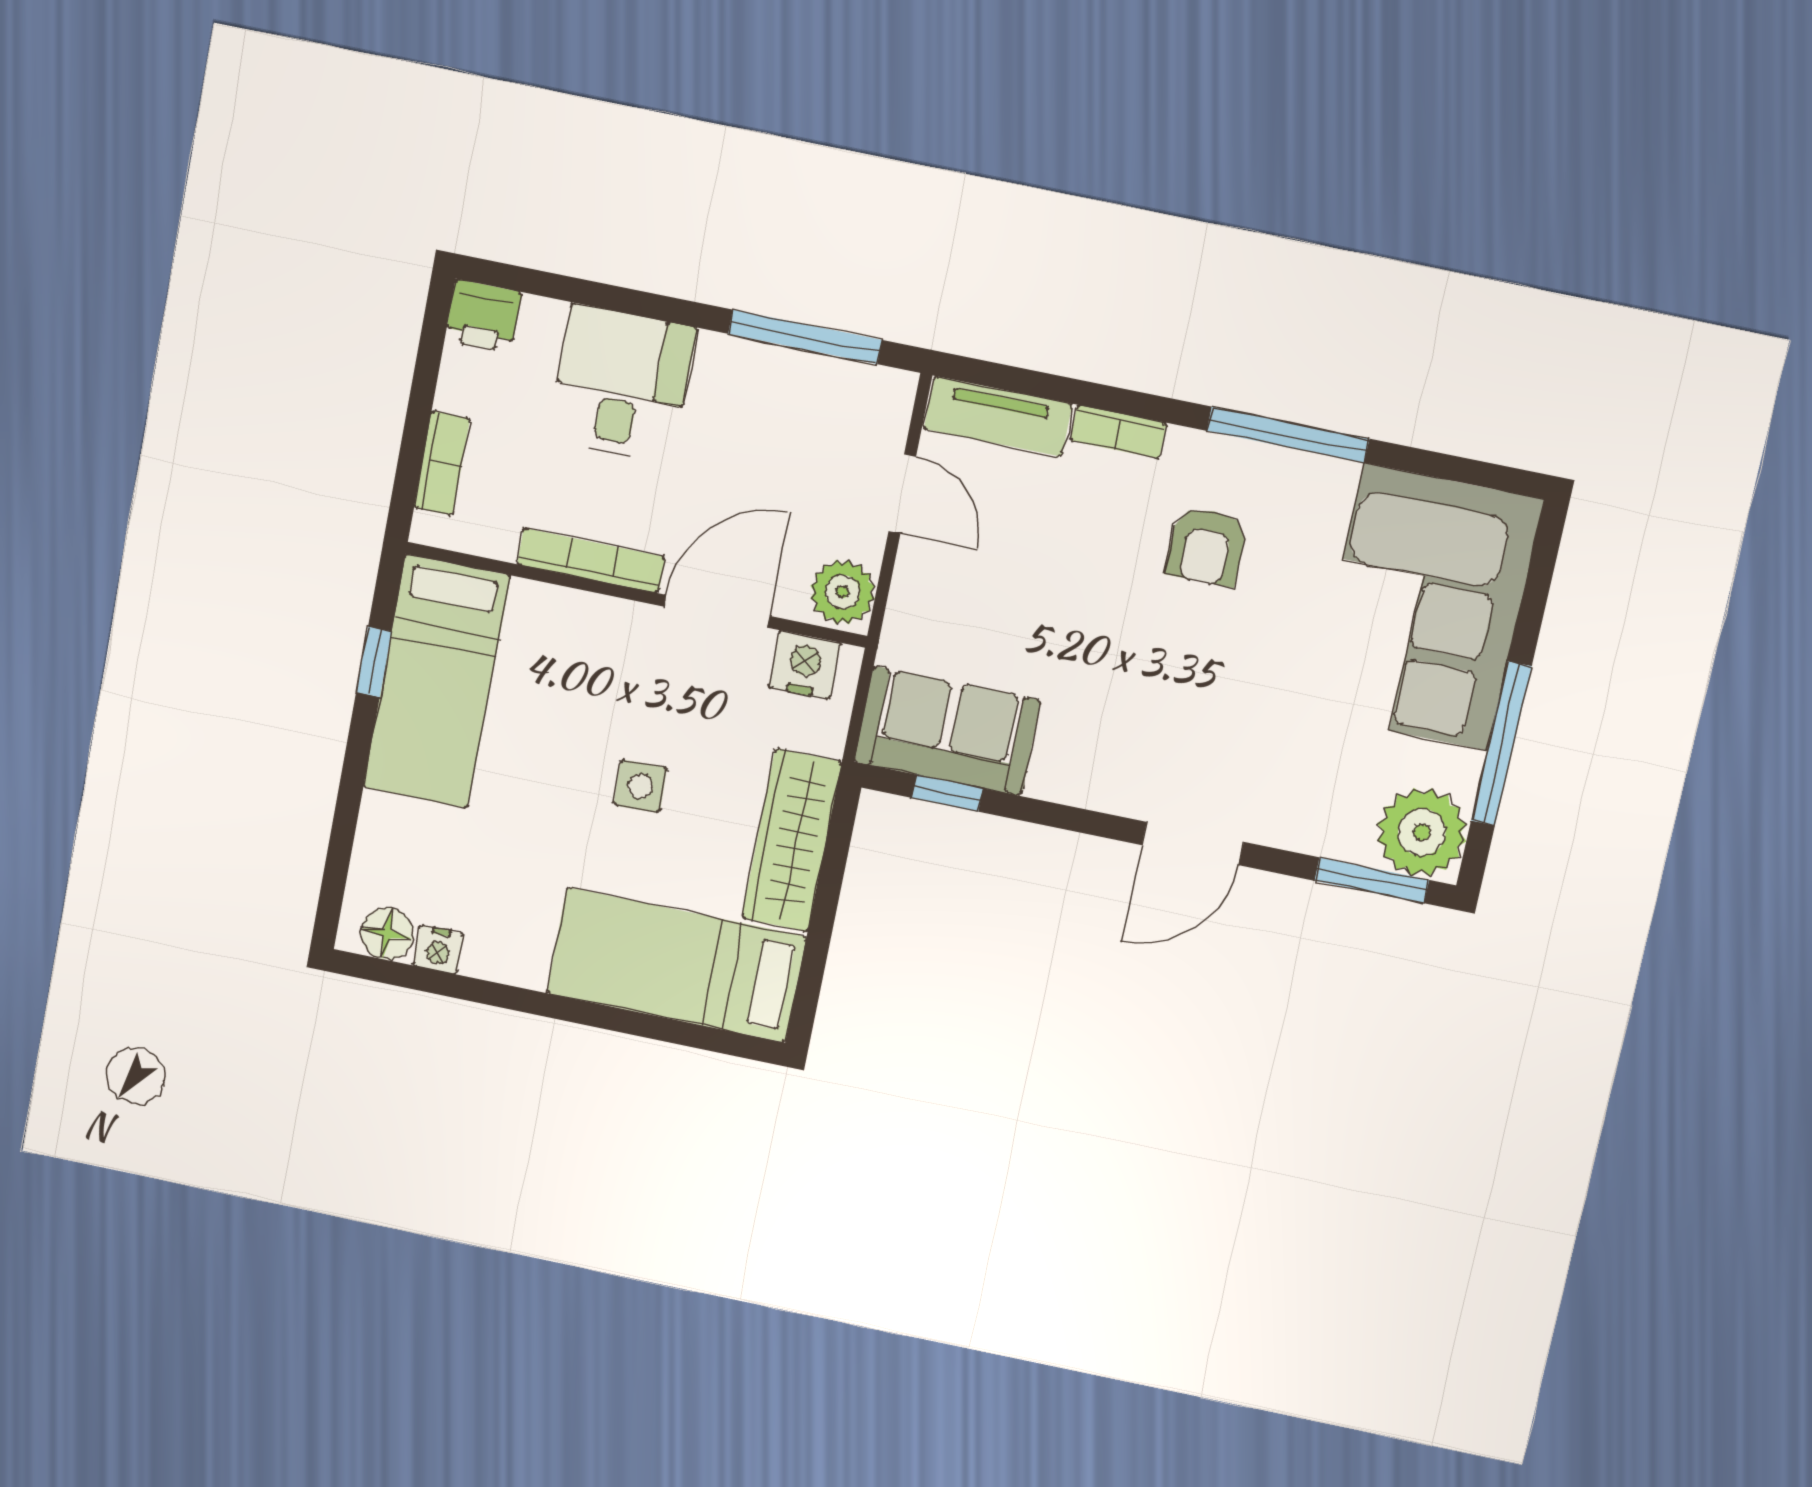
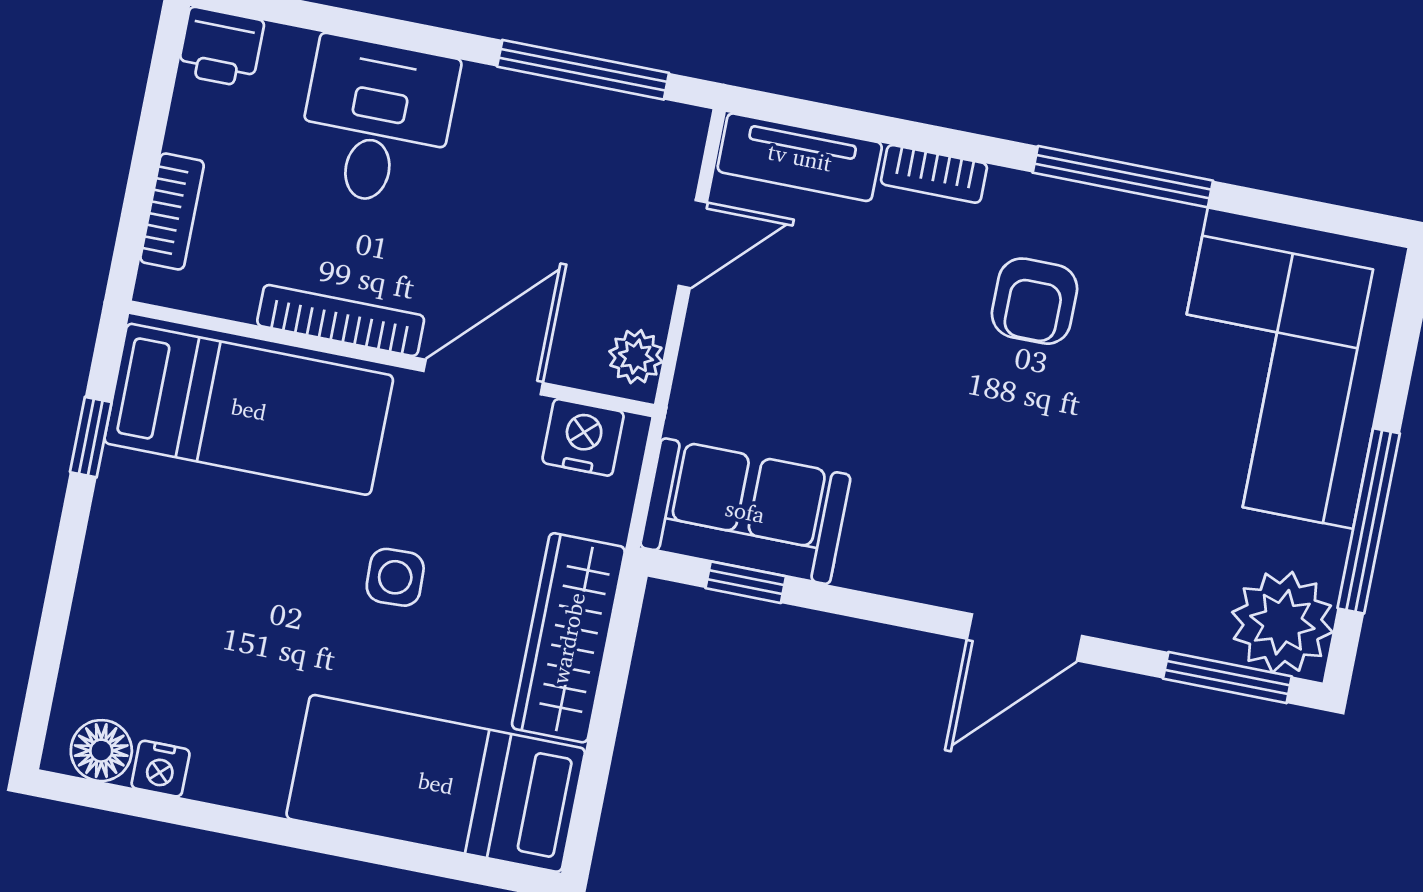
door: (902, 494) -> (693, 244), hinge flipped
plant: (843, 592) -> (636, 357), width x0.73, depth x0.73
bed: (437, 682) -> (249, 409), moved, turned -90

